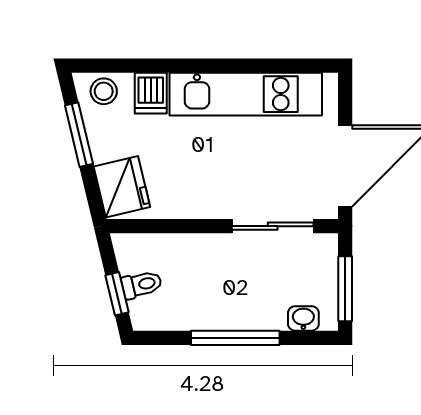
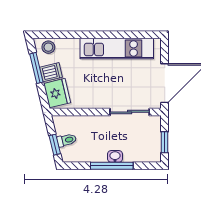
dishwasher: (151, 93) -> (51, 72), moved, turned -103
window: (345, 289) -> (165, 142), width x0.67
washbasin: (303, 318) -> (115, 156), moved

